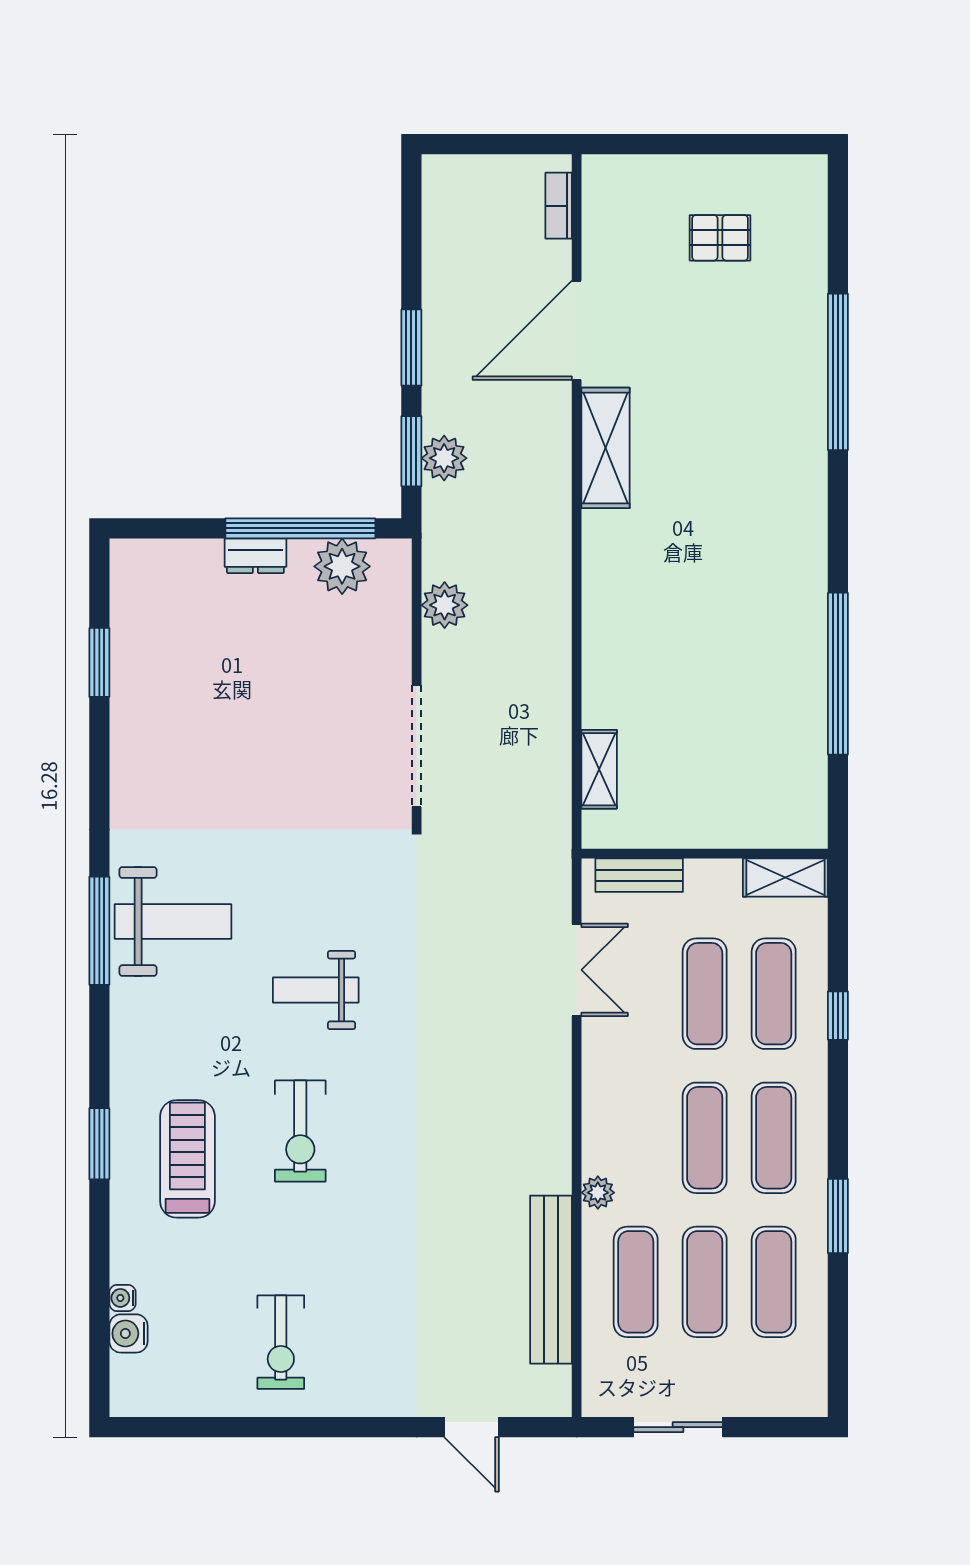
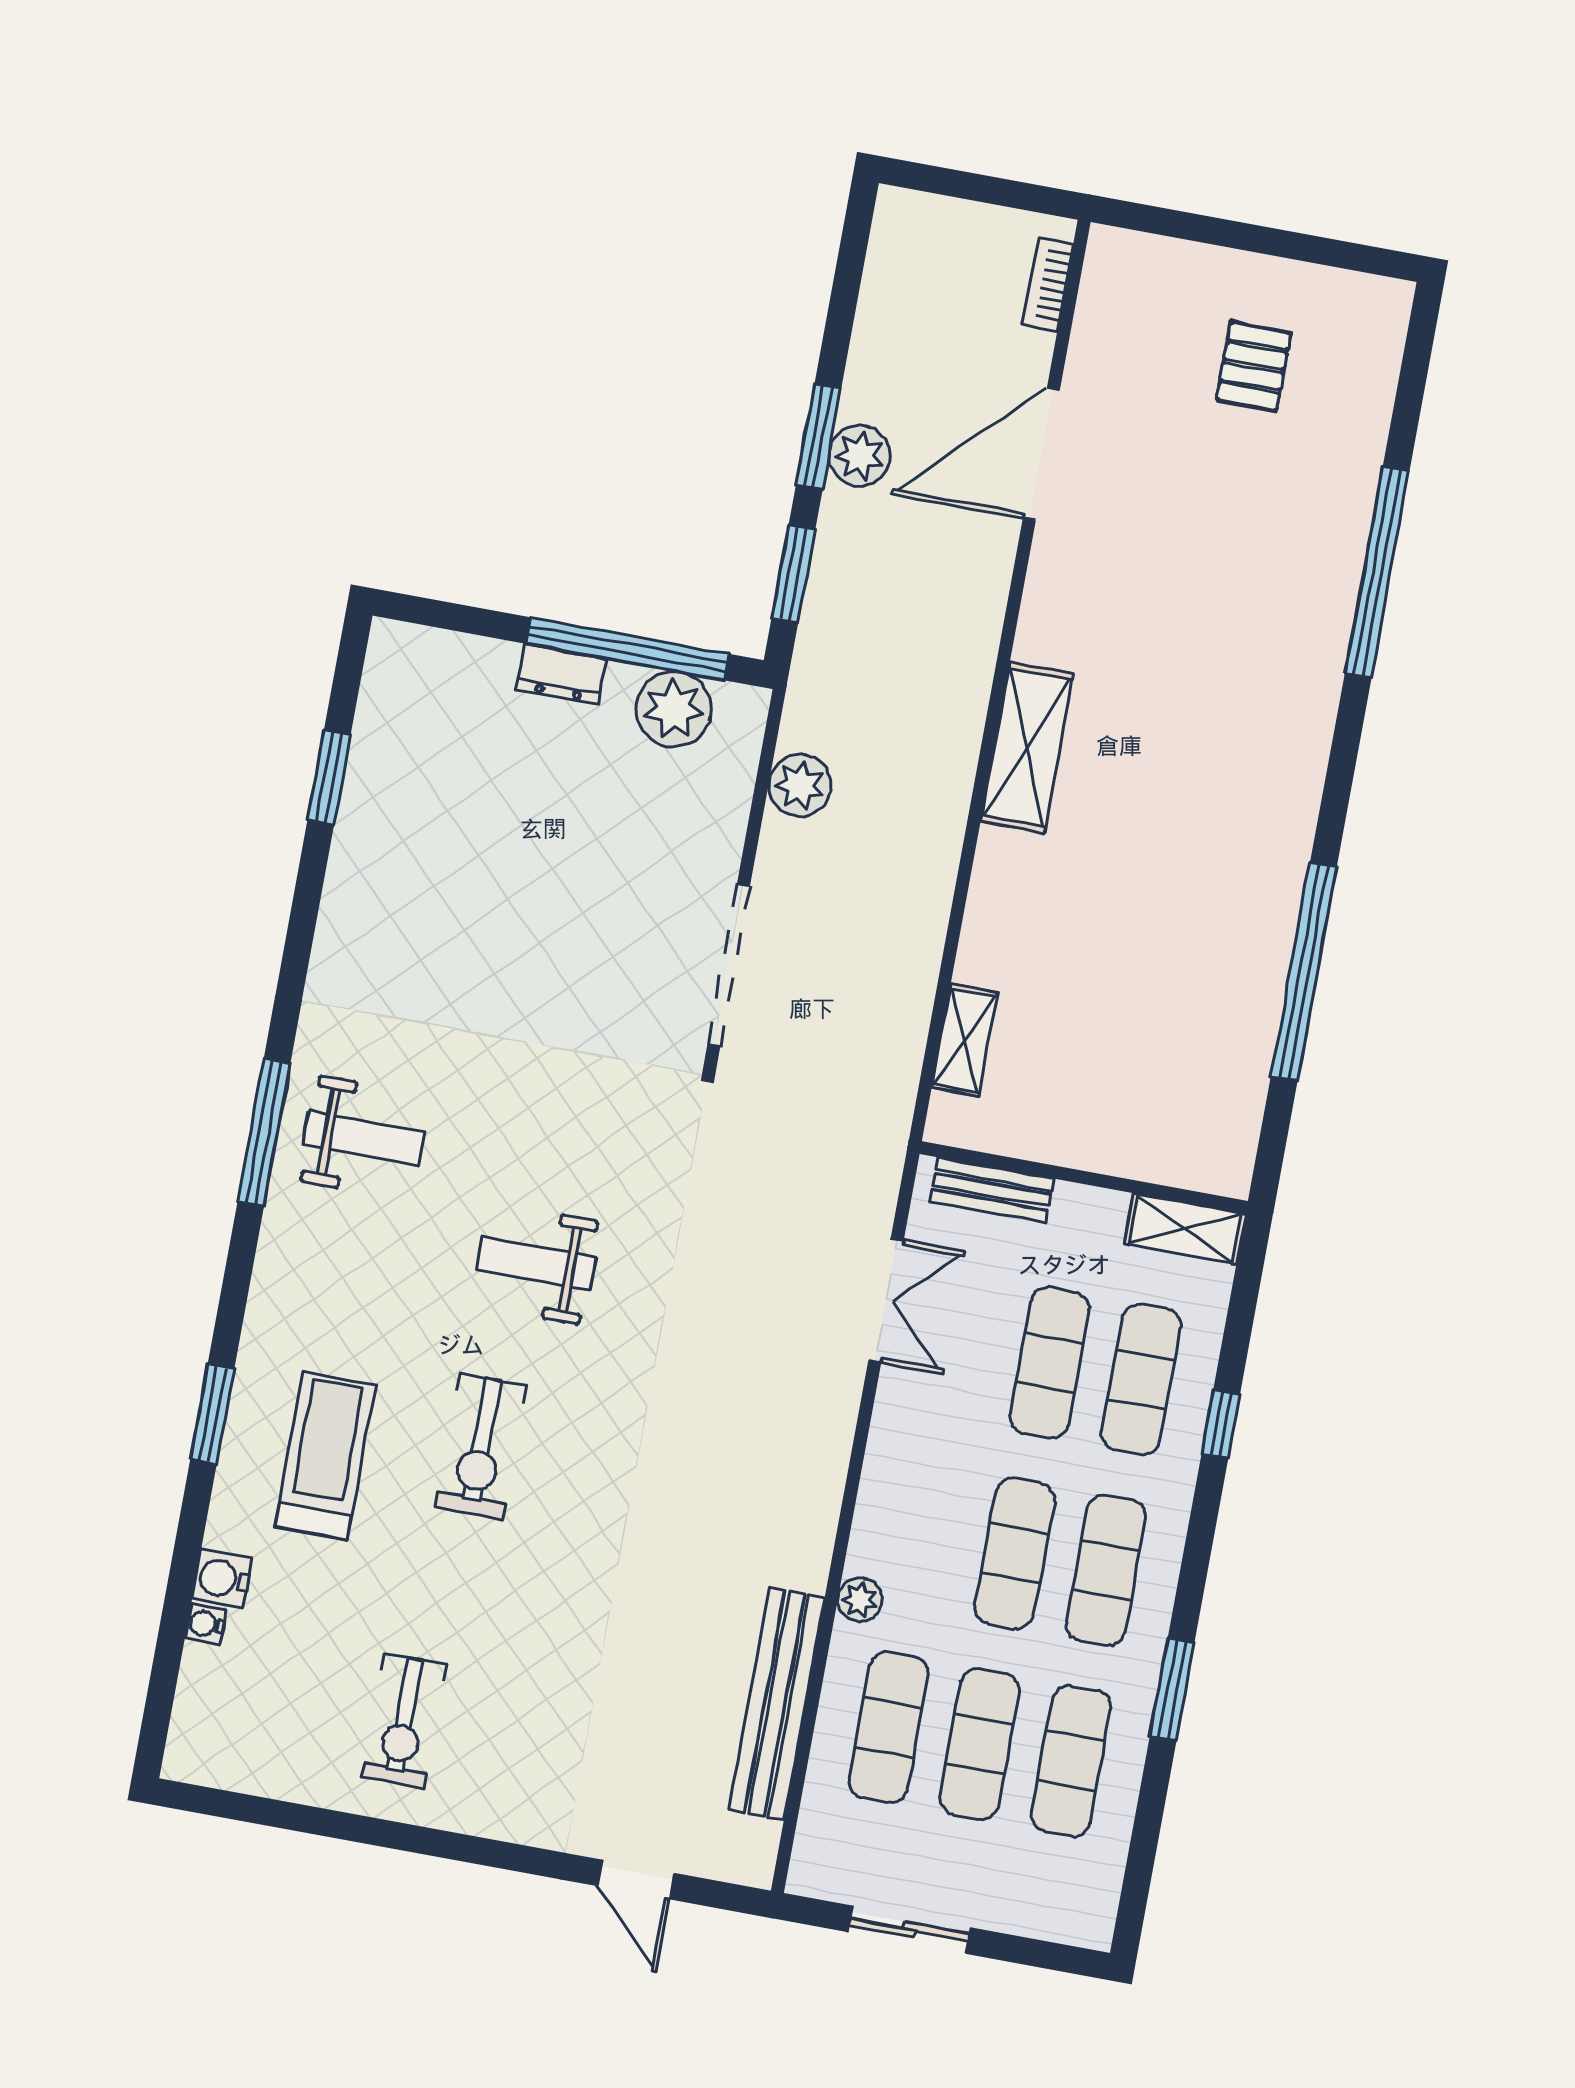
pallet: (720, 238) -> (1254, 366), turned 90
shelving: (606, 448) -> (1027, 747), moved
plant: (444, 458) -> (860, 456), moved
weight bench: (173, 922) -> (364, 1138), width x0.73, depth x0.75
water cooler: (128, 1333) -> (222, 1578), moved

